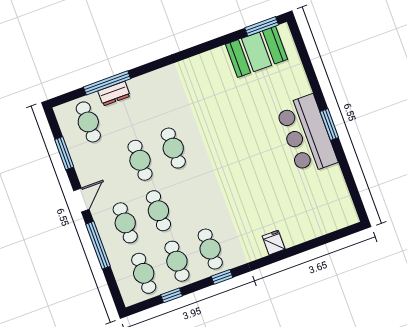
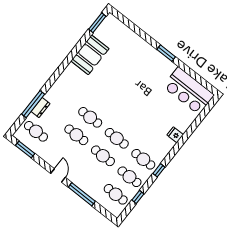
booth: (256, 52) -> (90, 55), moved
bar counter: (307, 135) -> (189, 91), moved
window: (64, 153) -> (25, 149), moved
cafe table: (125, 223) -> (117, 138), moved

